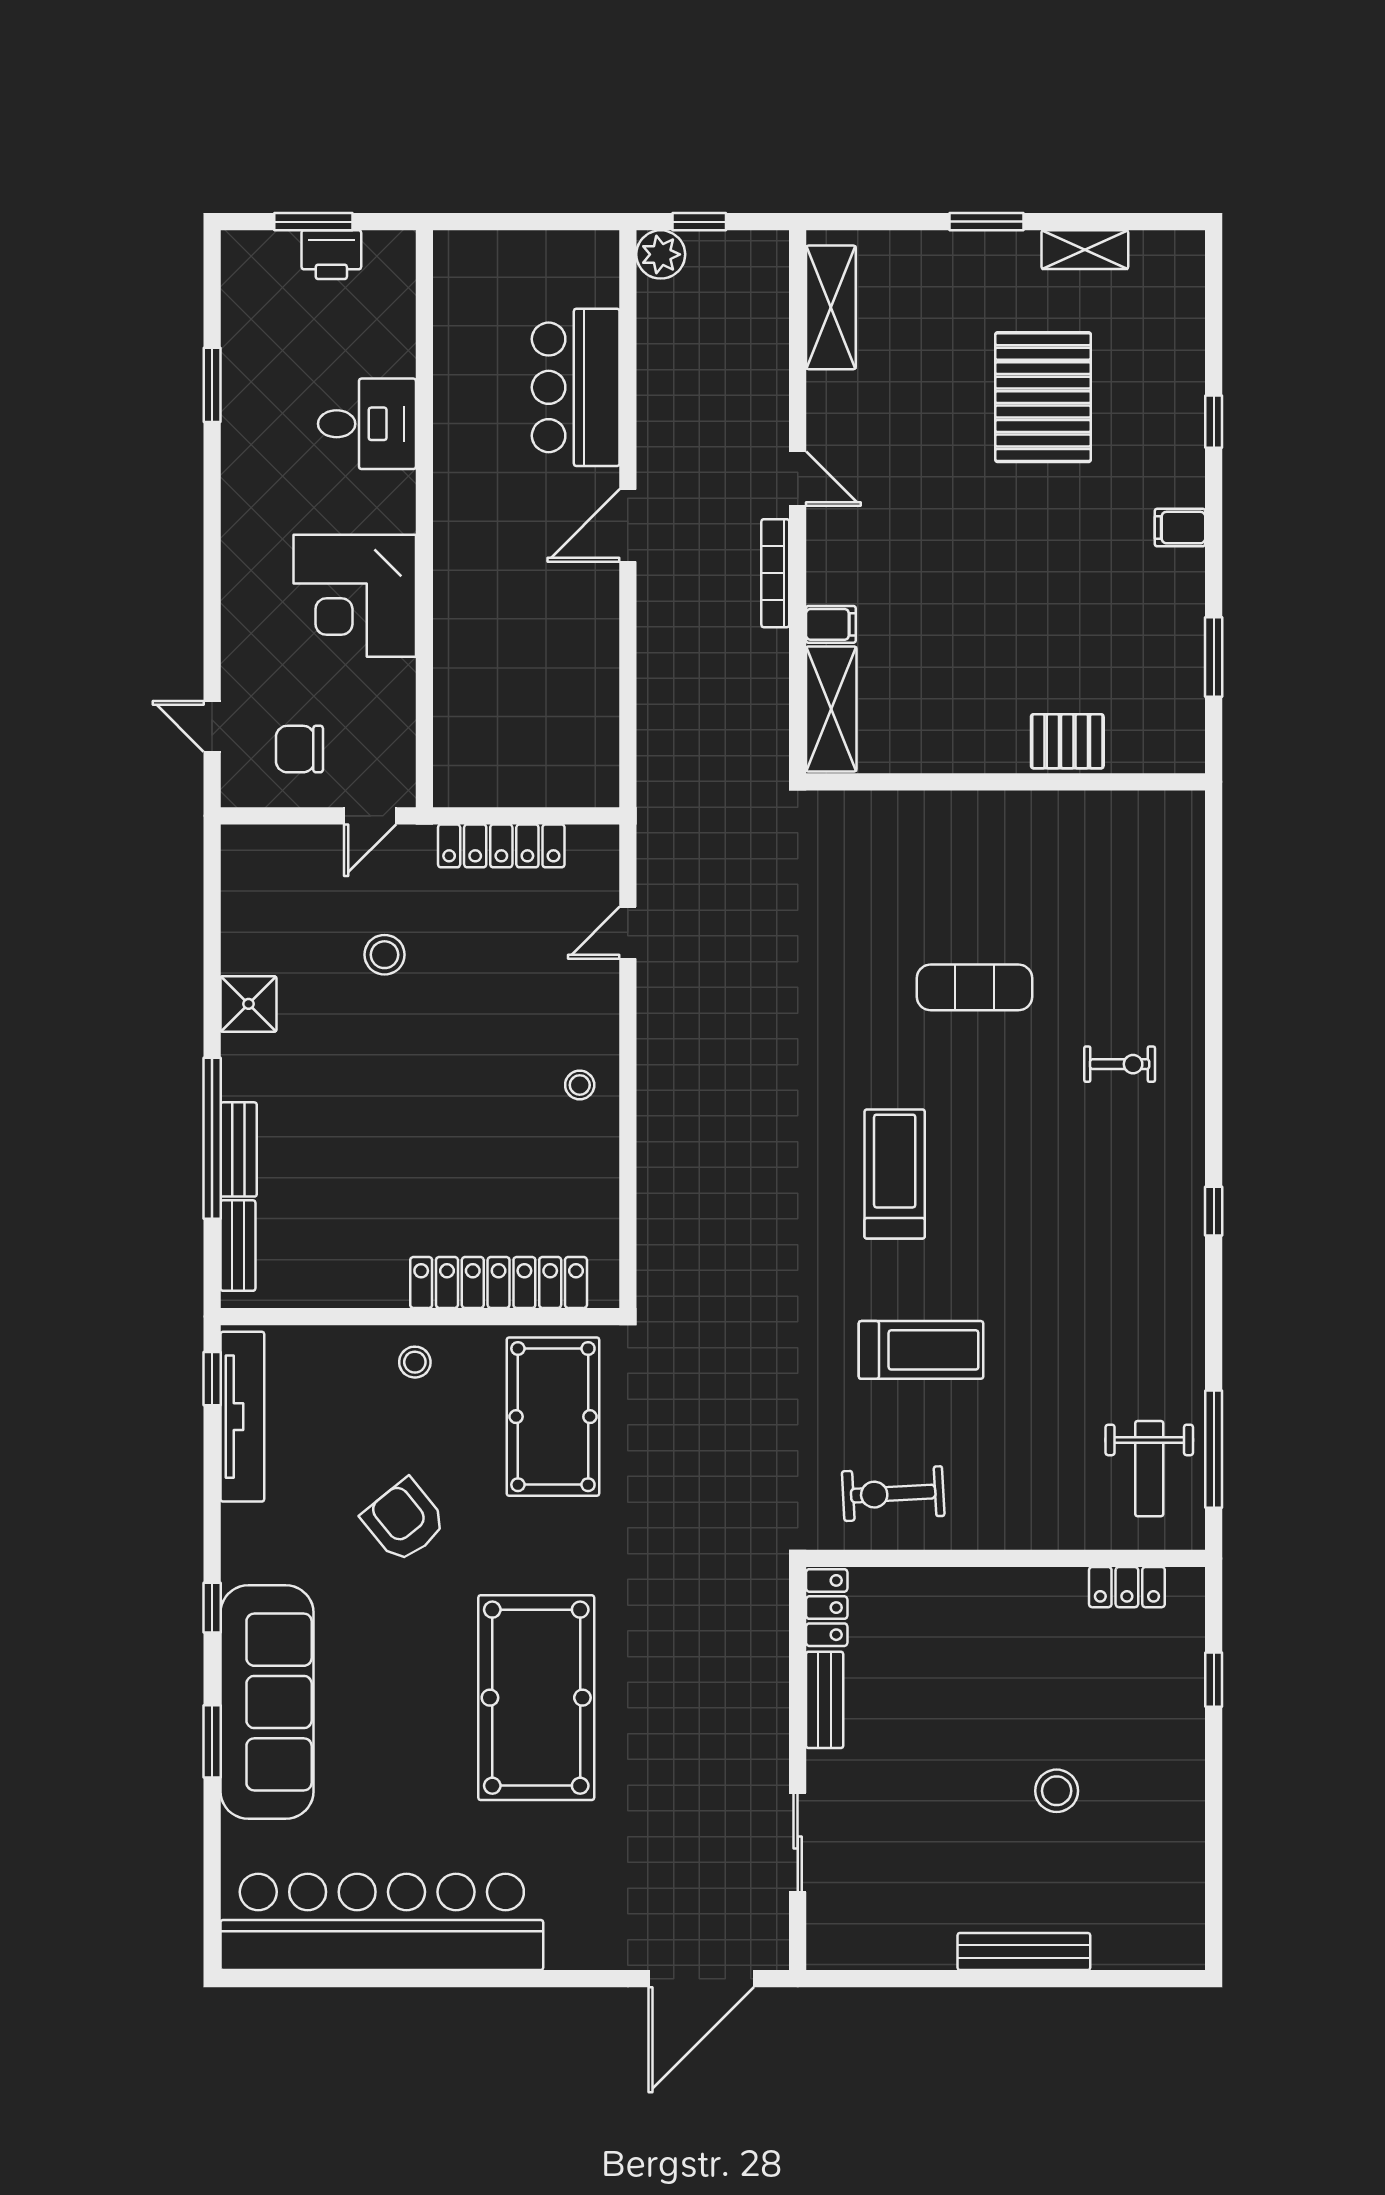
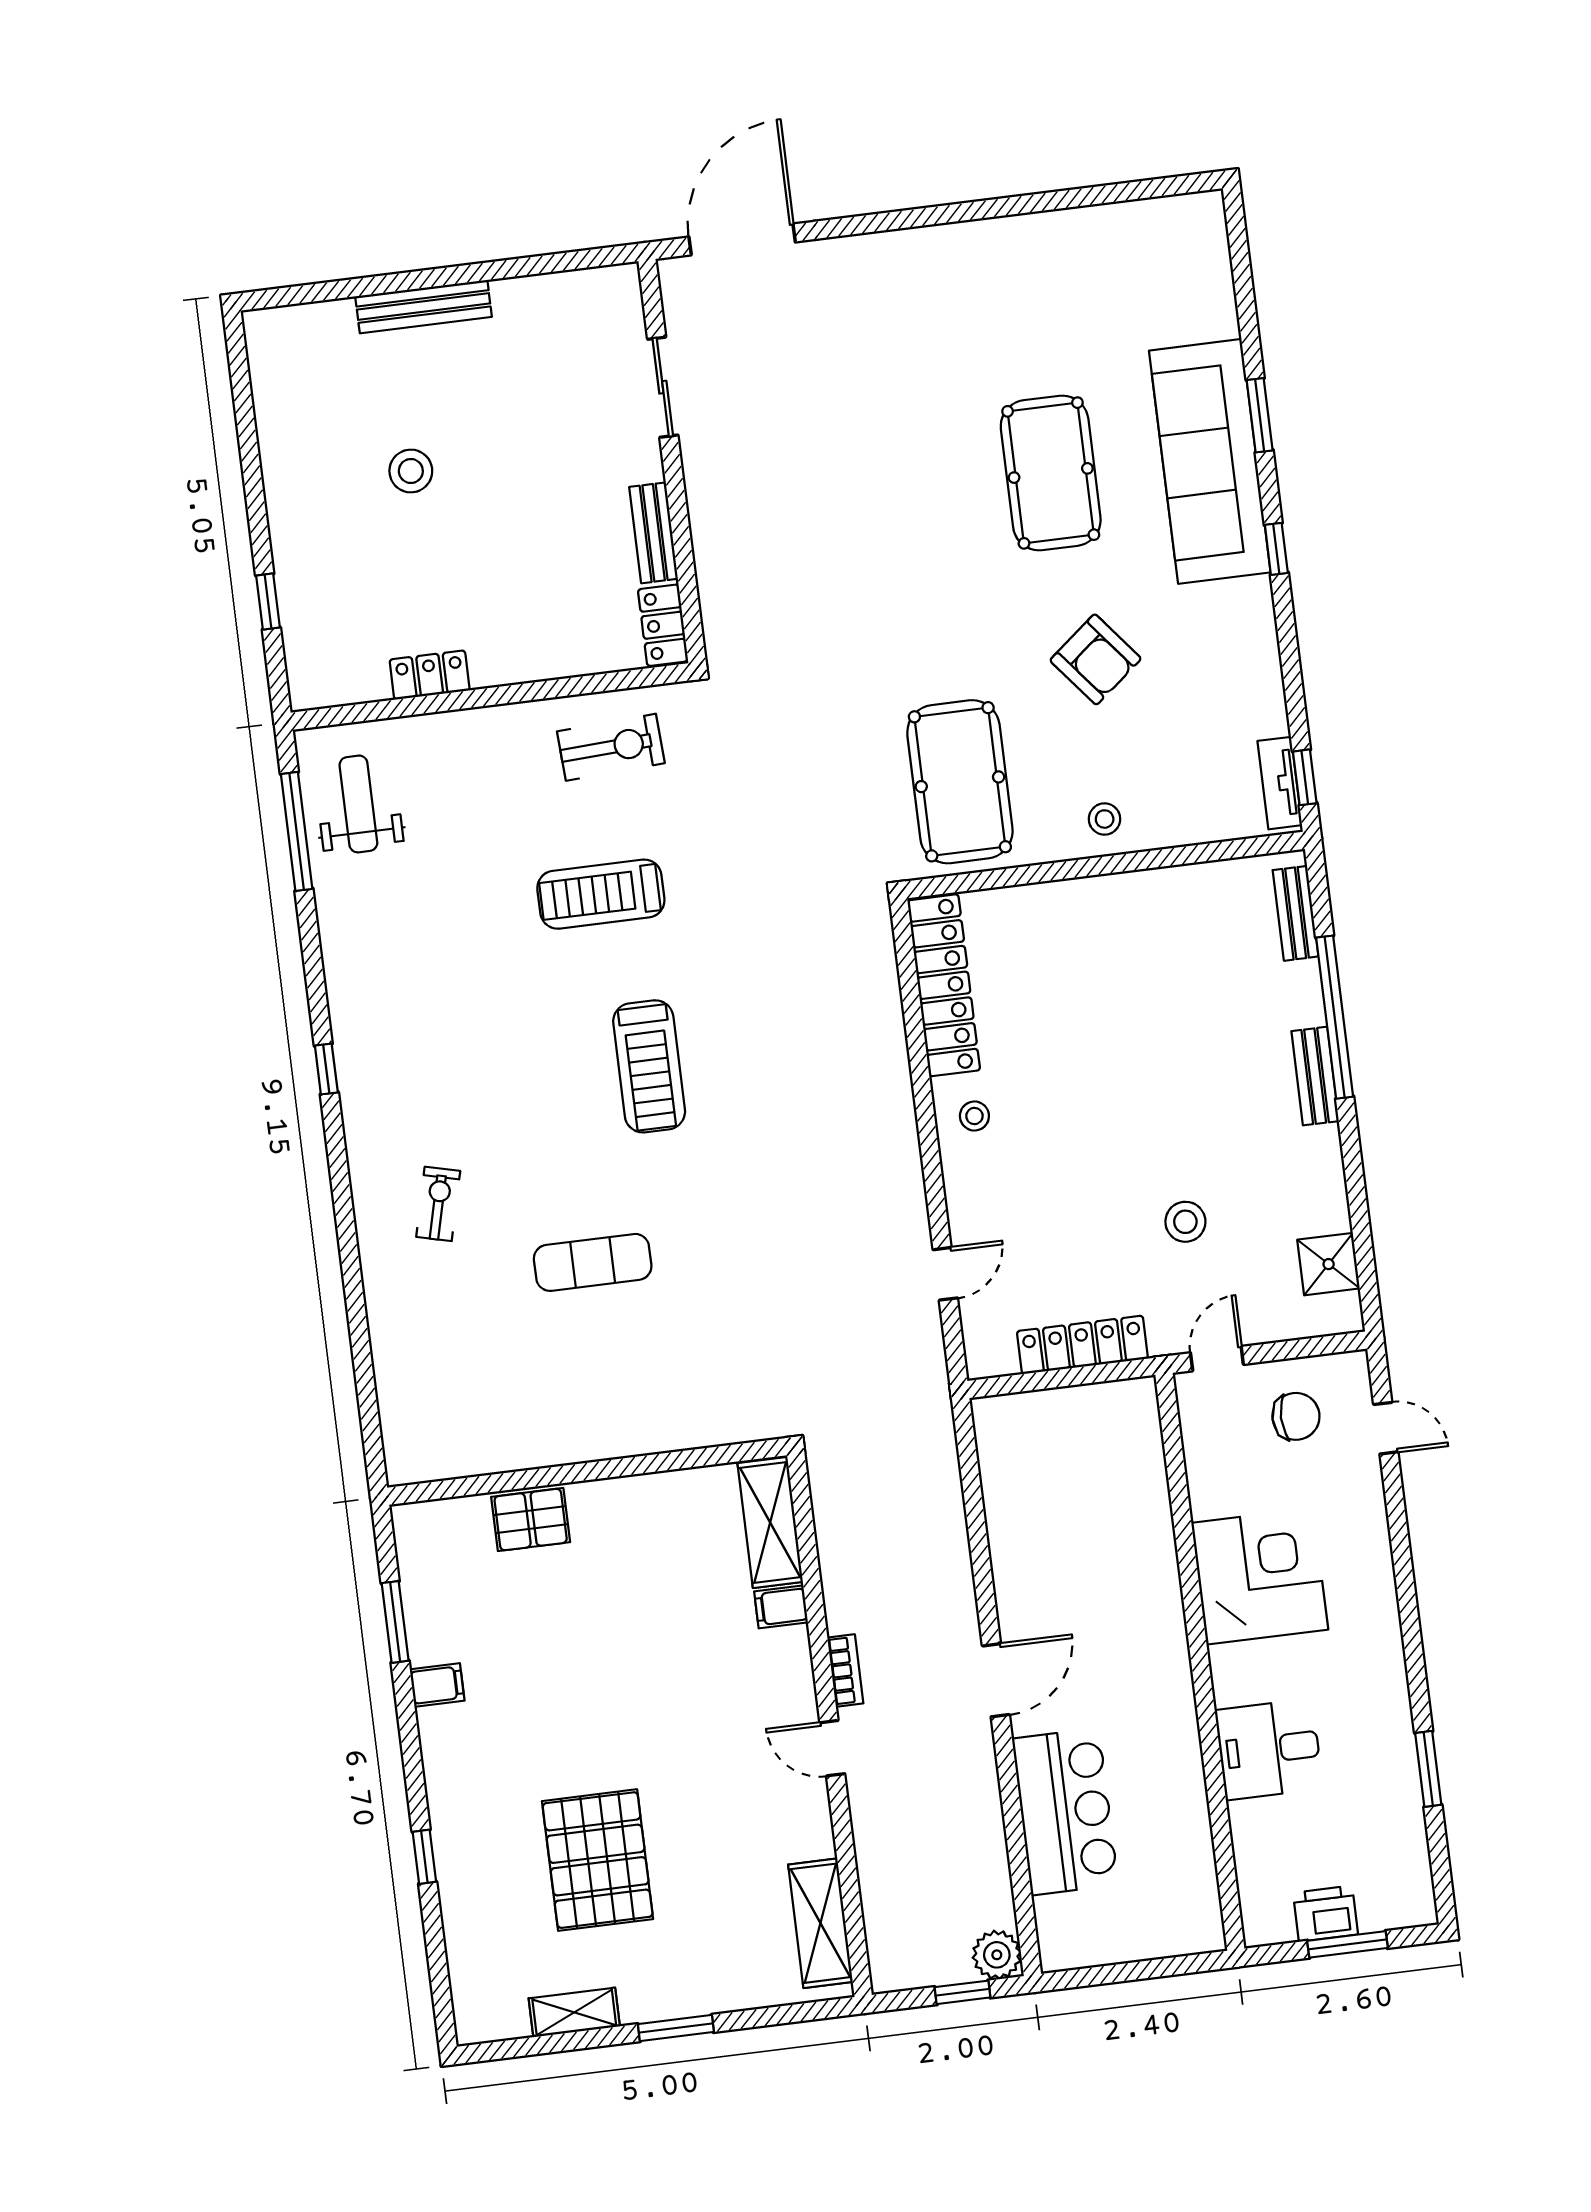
filing cabinet: (1180, 528) -> (437, 1685), moved
bookcase: (775, 573) -> (845, 1670), width x0.64
shower: (248, 1004) -> (1329, 1264), moved
exercise bike: (1120, 1064) -> (438, 1204), turned 104
bench: (239, 1149) -> (1315, 1076), moved
locker: (499, 1282) -> (944, 985), moved, turned -90
tv unit: (242, 1417) -> (1280, 783), width x0.52, depth x0.78
locker: (1127, 1587) -> (430, 675), moved
pool table: (536, 1698) -> (1051, 473), moved, width x0.73, depth x0.76
bar counter: (382, 1922) -> (1068, 256), removed

